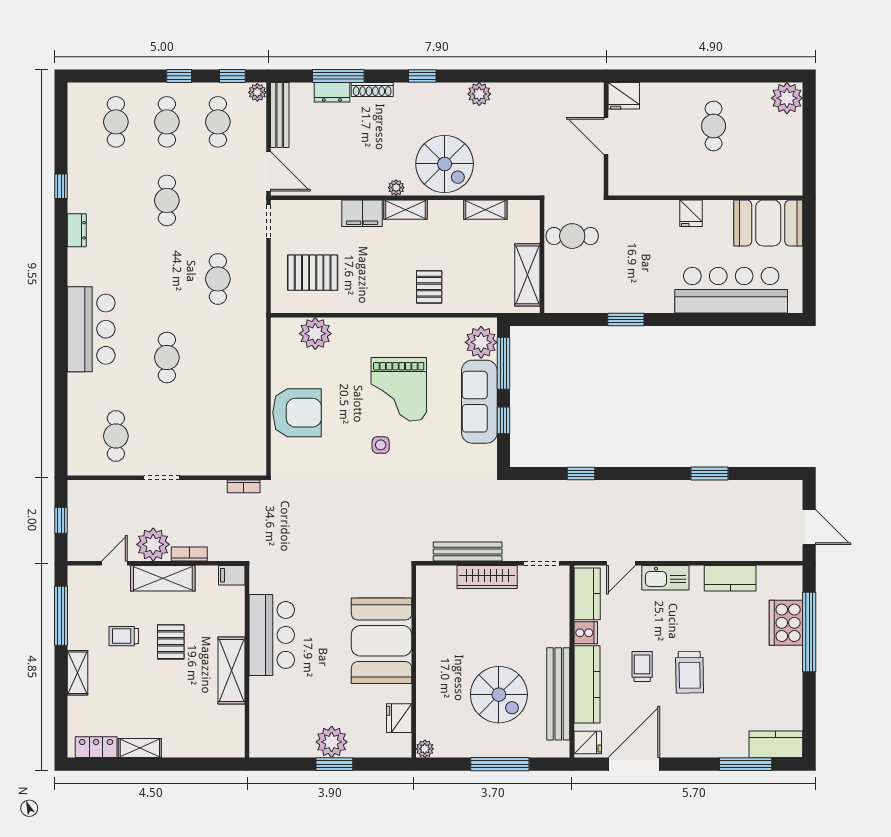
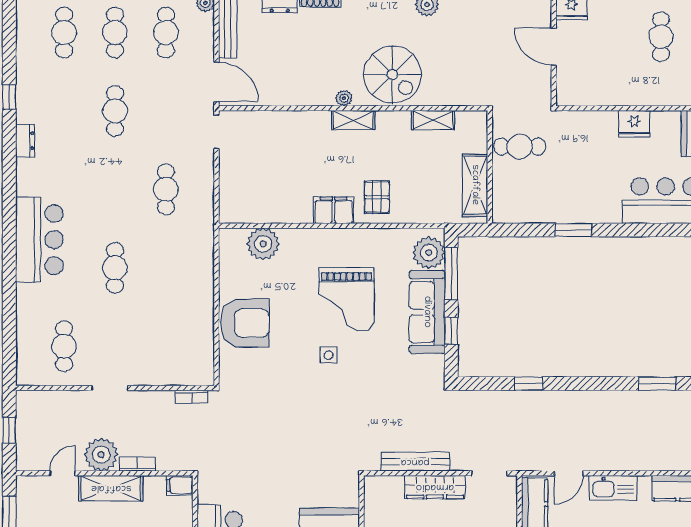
filing cabinet: (362, 213) -> (334, 210), moved, turned 180
fridge: (691, 213) -> (634, 124), width x1.38
pallet: (313, 273) -> (261, 183), removed

